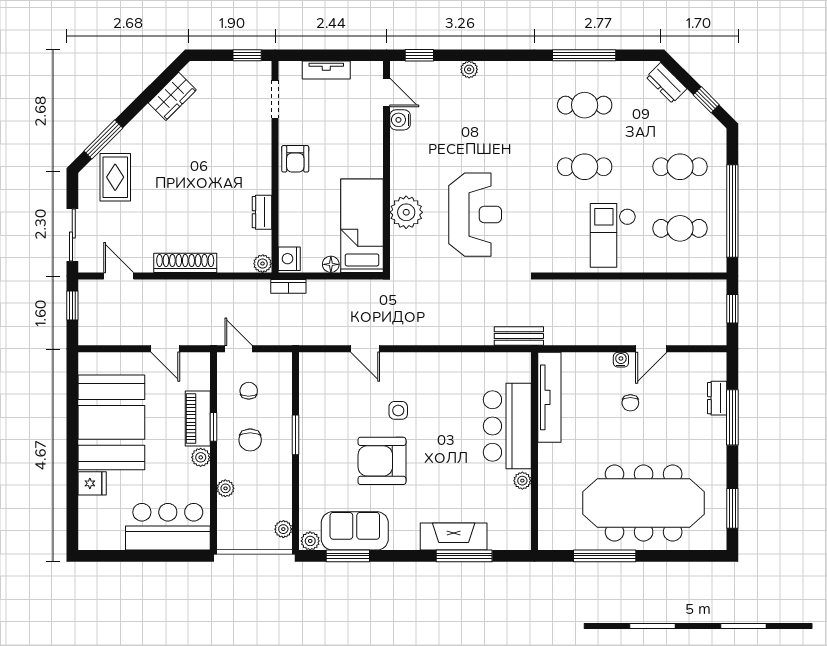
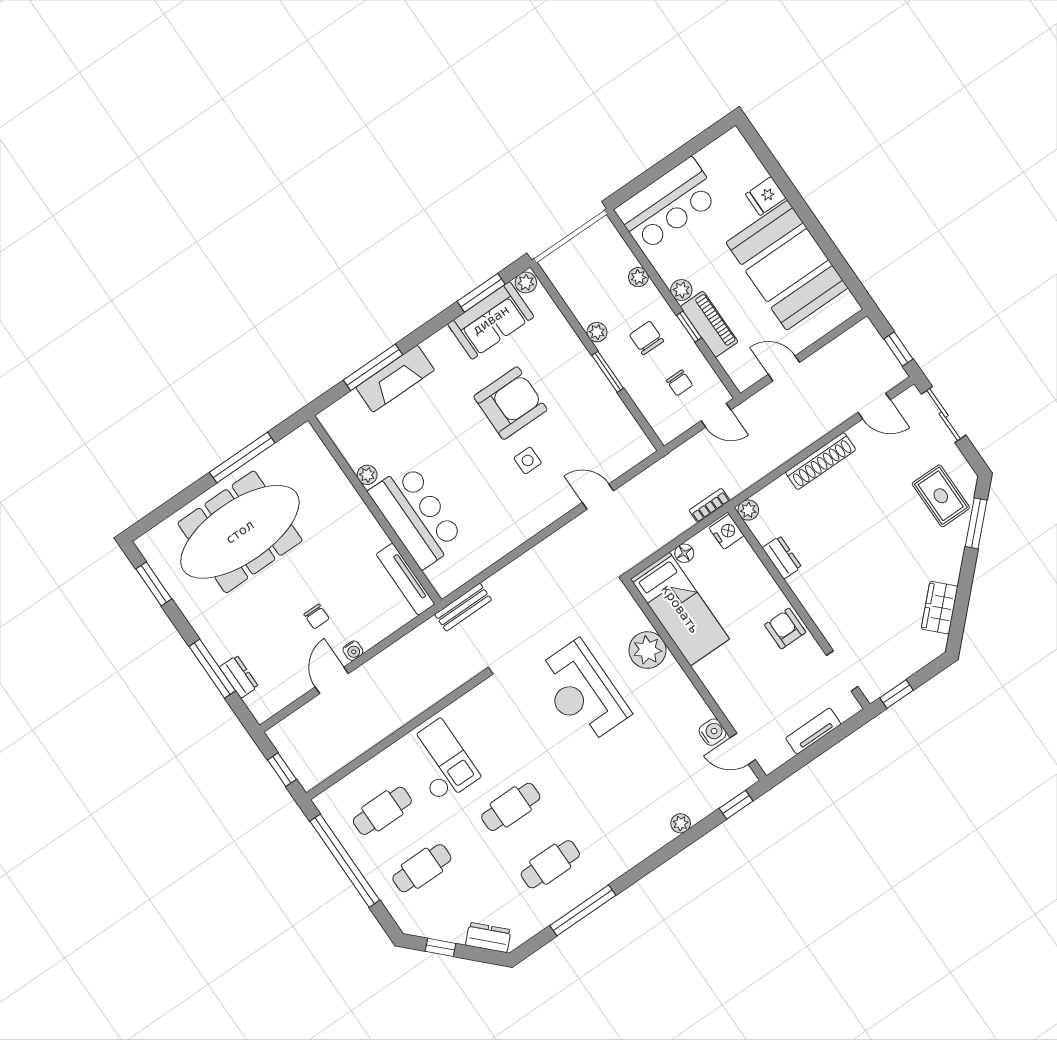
tv unit: (549, 397) -> (405, 579), width x0.73, depth x0.78
chair: (630, 403) -> (317, 617), turned 180
plant: (283, 529) -> (597, 332), moved

